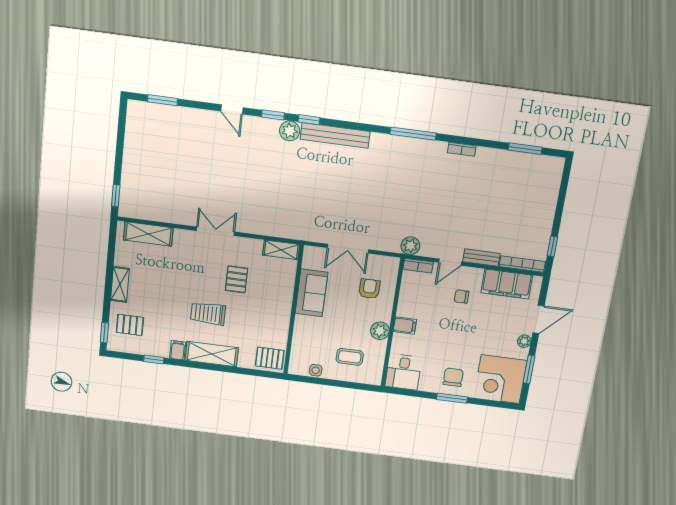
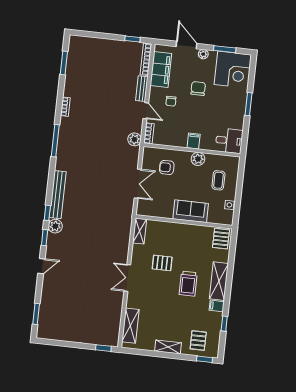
sofa: (311, 293) -> (191, 211), moved
chair: (453, 377) -> (198, 88), moved, turned 90

